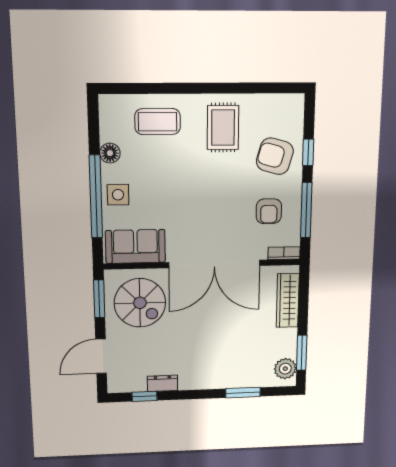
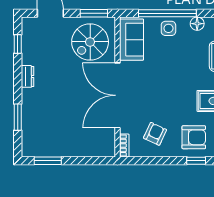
armchair: (275, 156) -> (194, 137), turned 74
window: (306, 210) -> (155, 161), removed
armchair: (269, 211) -> (155, 134), turned 115
wardrobe: (288, 300) -> (89, 149), removed
plant: (285, 369) -> (36, 149), removed
dresser: (162, 383) -> (27, 76), moved

